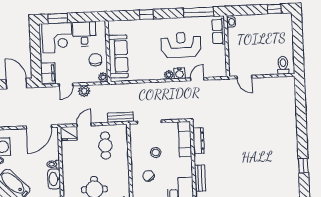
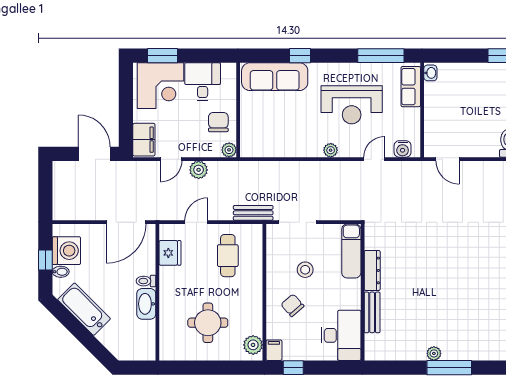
reception desk: (181, 45) -> (352, 105), turned 180
sofa: (118, 56) -> (275, 77), moved, turned 90
water cooler: (180, 73) -> (403, 149), moved
fridge: (69, 134) -> (170, 253), moved, turned -90
dresser: (198, 141) -> (372, 270), moved

